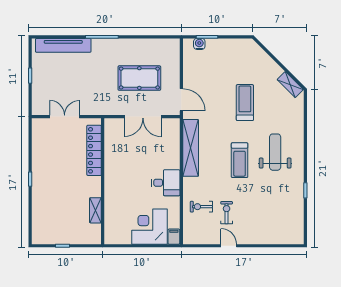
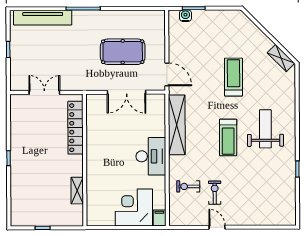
desk: (166, 183) -> (151, 156), width x1.37

